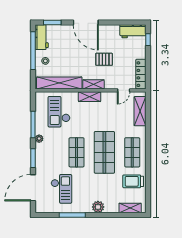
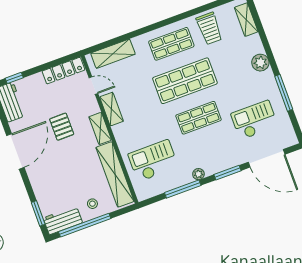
door: (86, 22) -> (15, 151), moved
shelving: (90, 97) -> (112, 109), moved
checkout: (59, 112) -> (153, 161), turned 180

